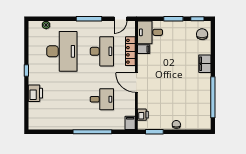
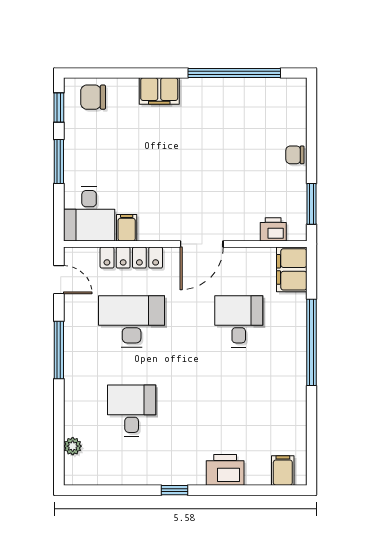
desk: (62, 51) -> (132, 411), width x0.53, depth x0.77
filing cabinet: (35, 119) -> (283, 471), added
filing cabinet: (130, 123) -> (292, 269), width x2.00

